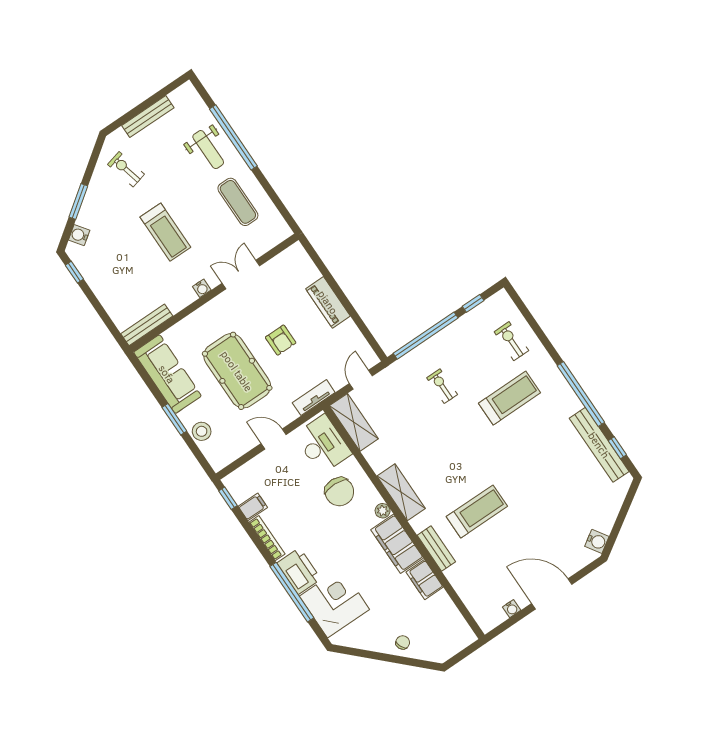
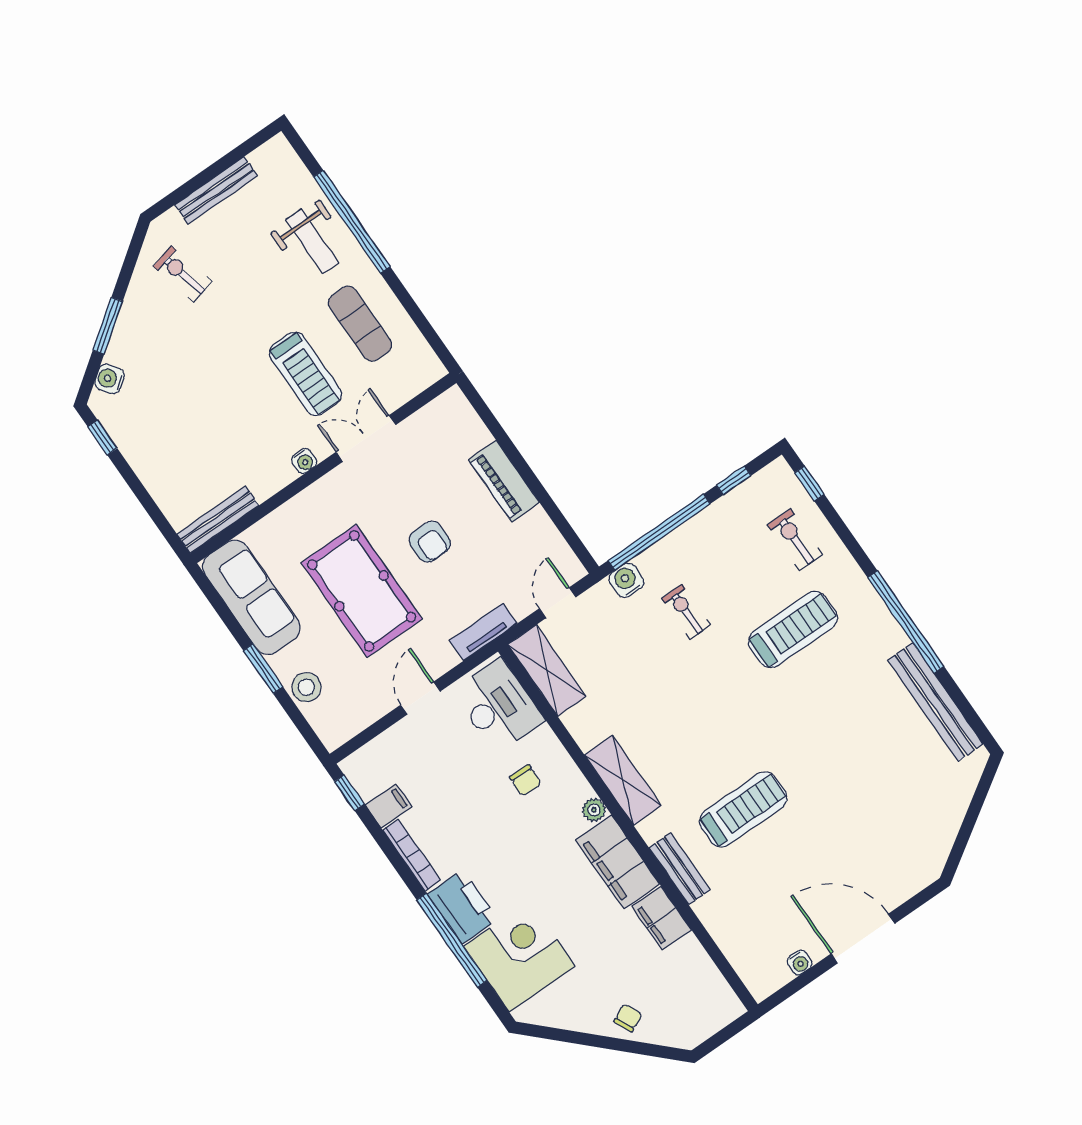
treadmill: (165, 232) -> (305, 374), moved
door: (274, 439) -> (420, 698), hinge flipped
window: (617, 448) -> (809, 483), moved
chair: (339, 492) -> (525, 780), width x0.54, depth x0.54
water cooler: (597, 541) -> (626, 580), moved, turned -147

